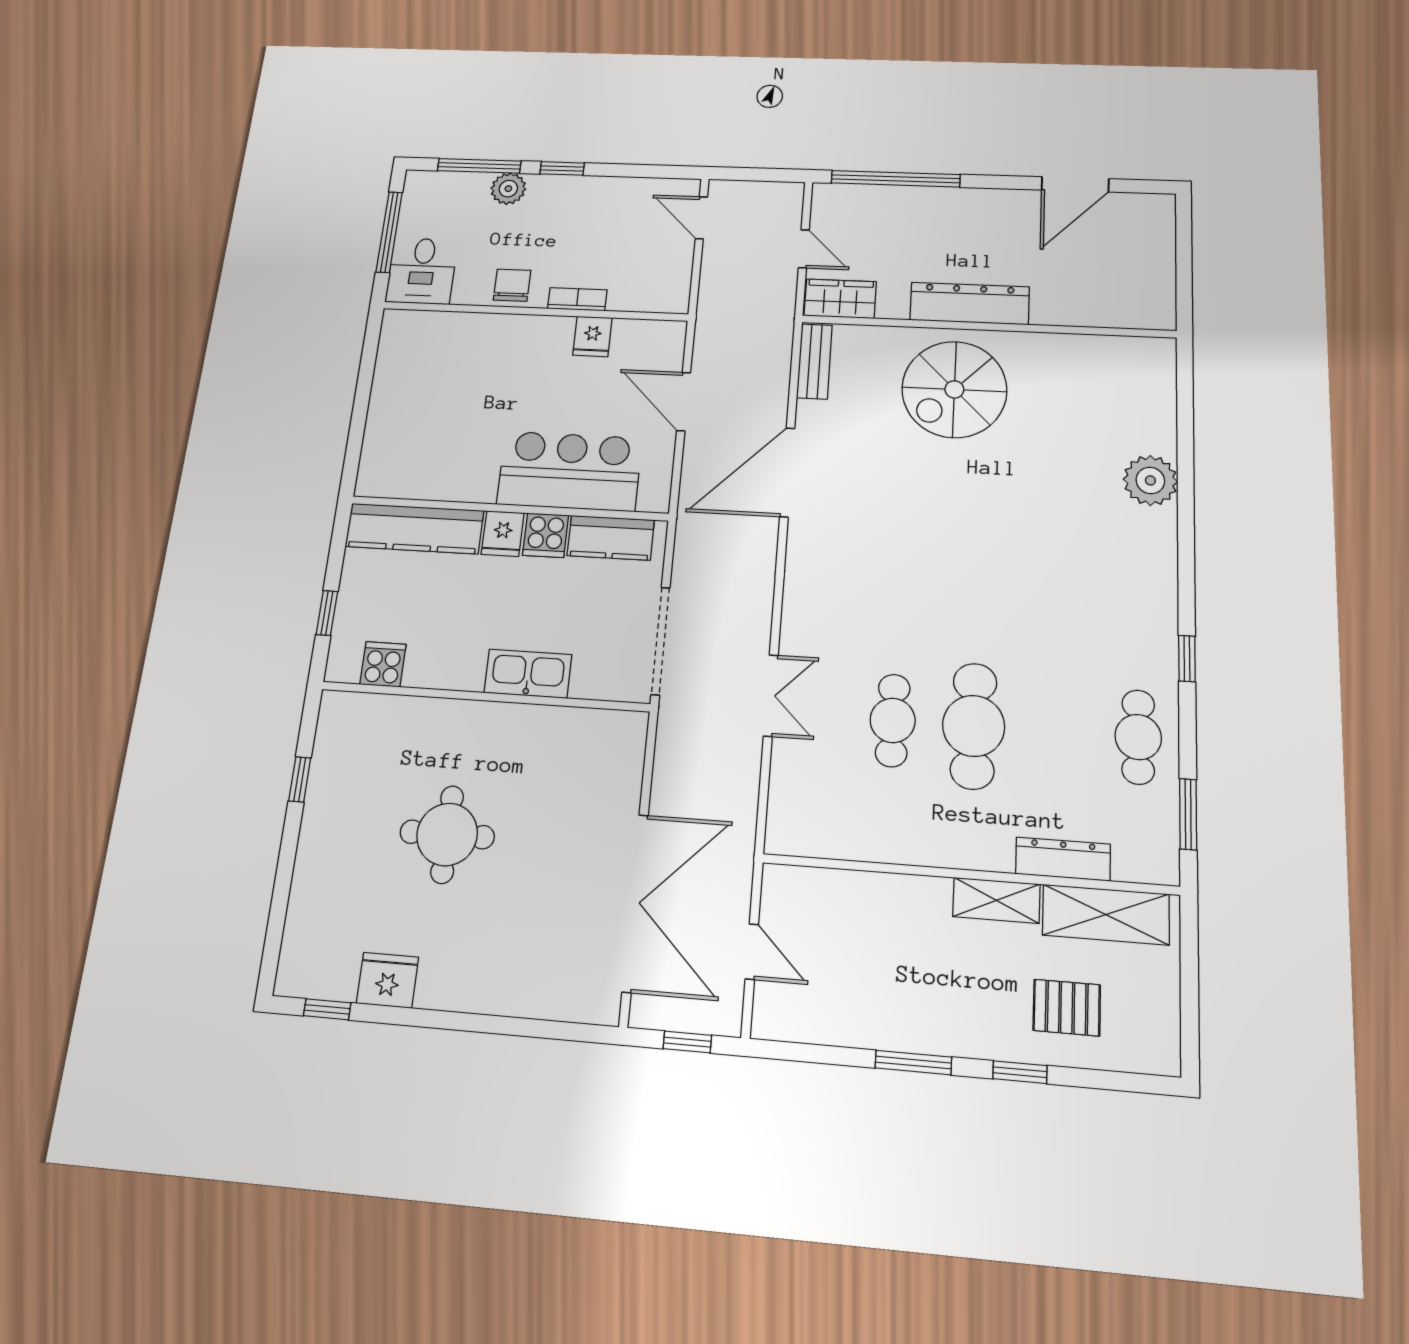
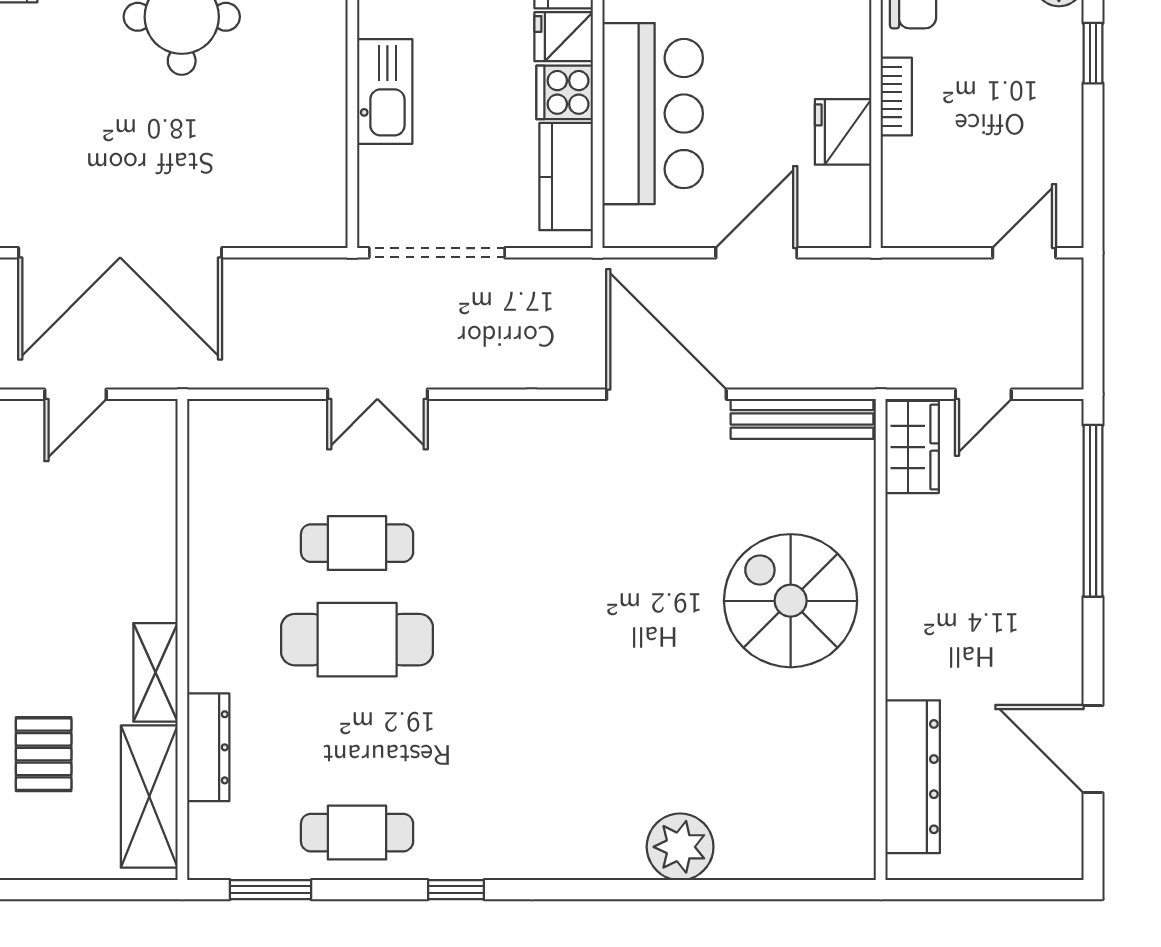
dresser: (970, 303) -> (913, 777), moved
fridge: (592, 336) -> (843, 132), width x1.38
bench: (814, 361) -> (802, 419), width x1.36

